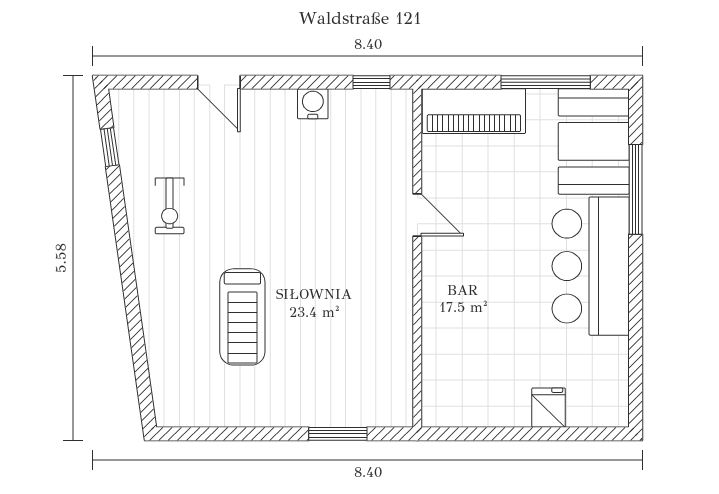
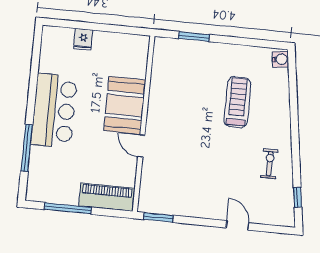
window: (371, 82) -> (158, 217), width x1.50
water cooler: (313, 104) -> (280, 59), moved, turned -98
booth: (594, 141) -> (125, 105), moved

